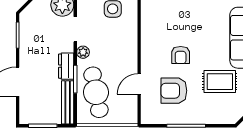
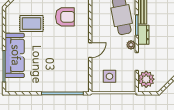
armchair: (181, 55) -> (60, 43), removed
door: (139, 84) -> (90, 50), moved

